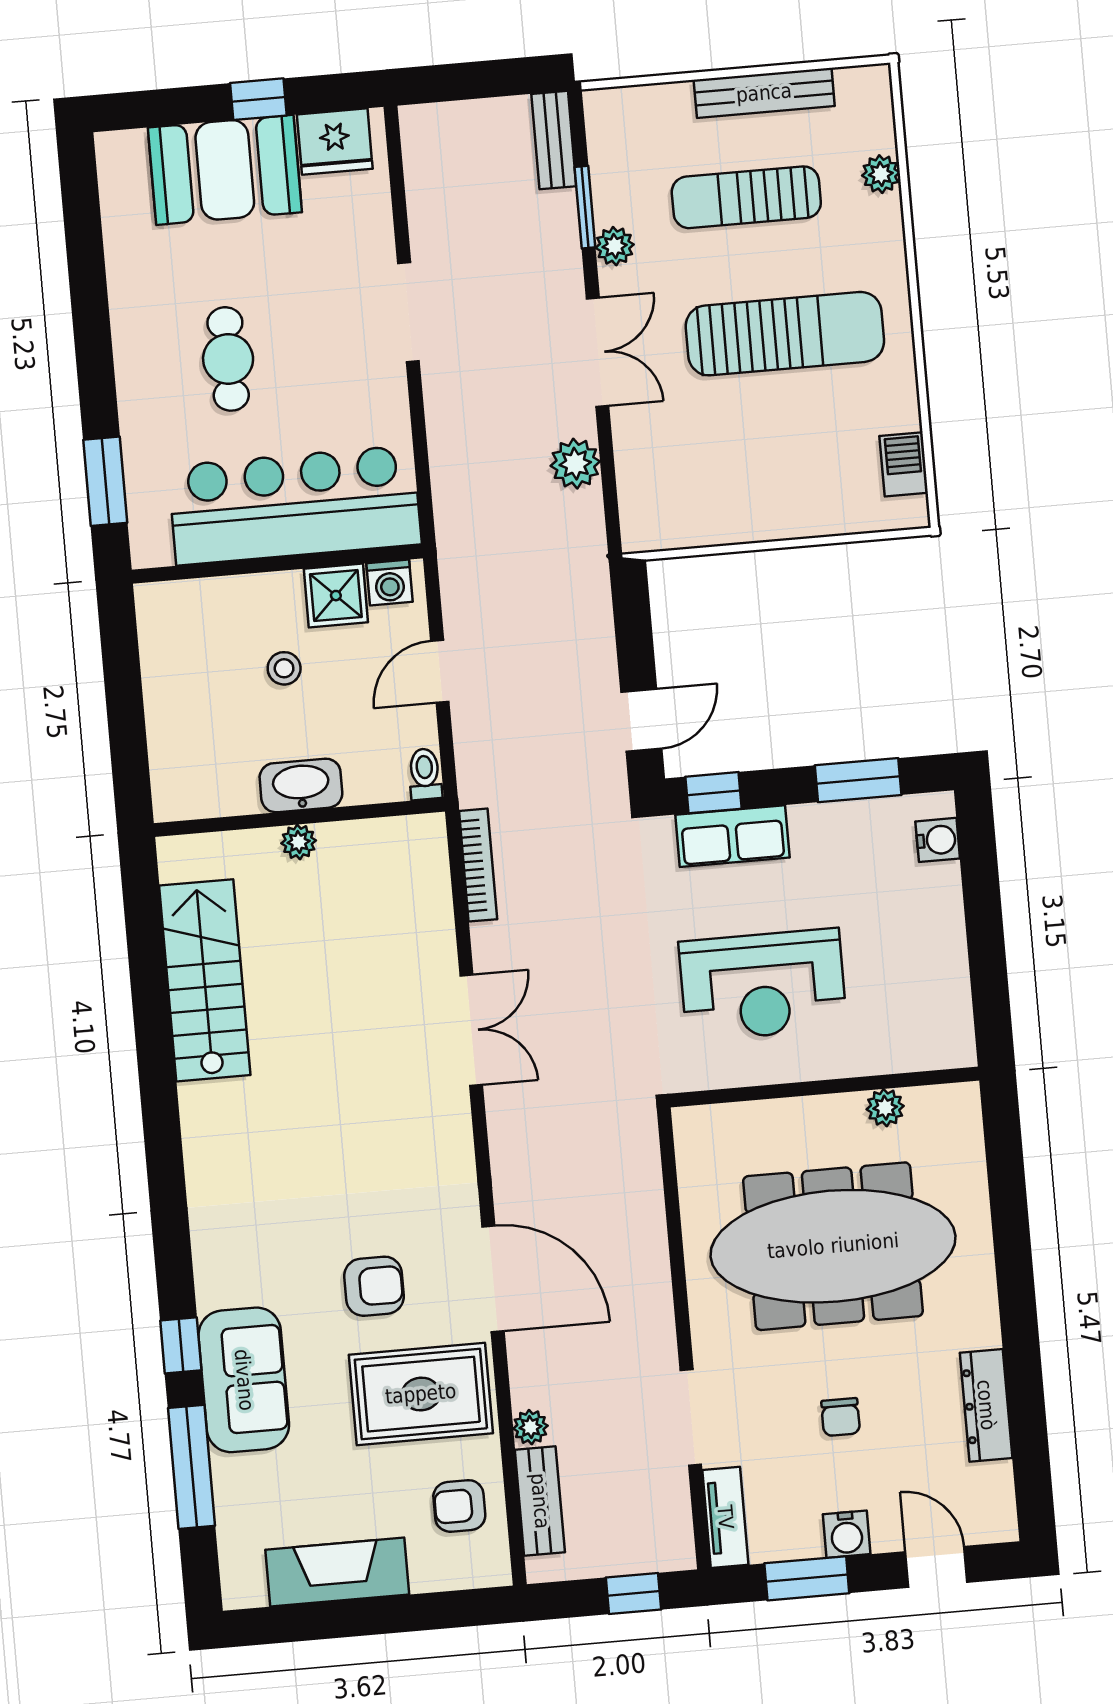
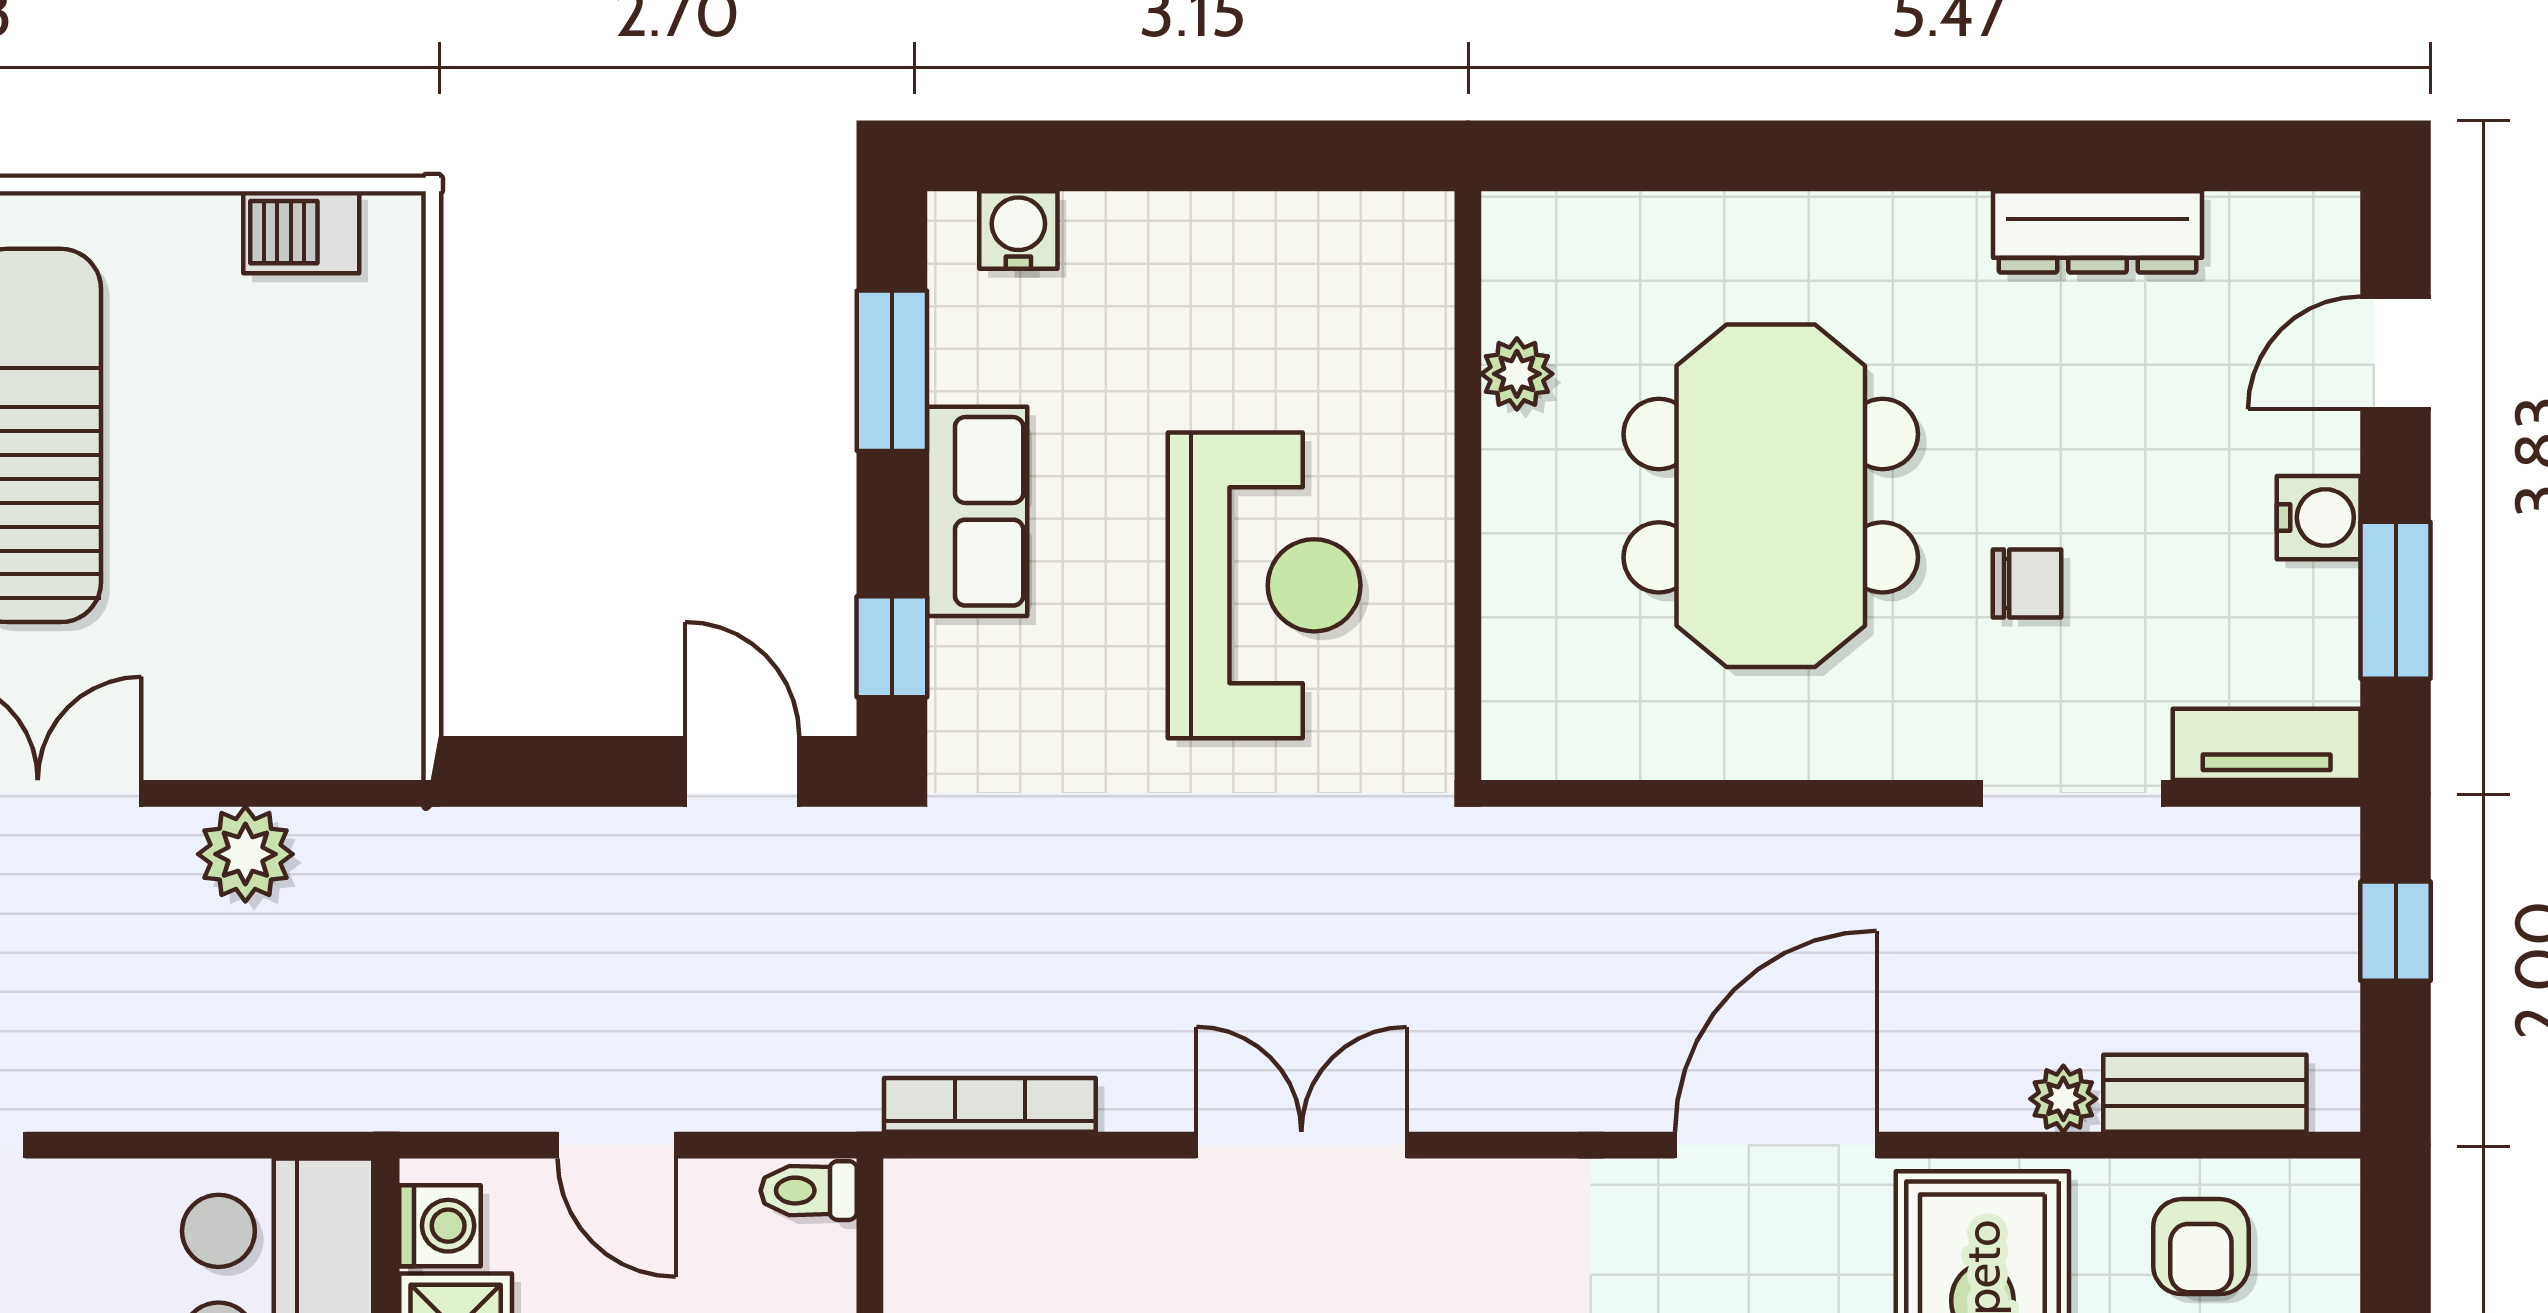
row of seats: (732, 836) -> (977, 511), moved
meeting table: (833, 1246) -> (1771, 496), width x0.73
chair: (841, 1417) -> (2027, 583), moved

